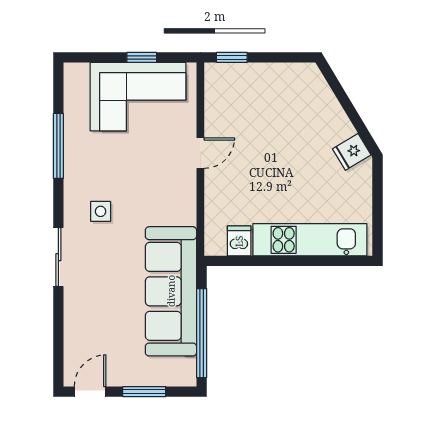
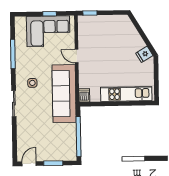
door: (200, 153) -> (77, 56), swing flipped
dishwasher: (239, 241) -> (84, 95), moved
sofa: (171, 291) -> (64, 94), moved

